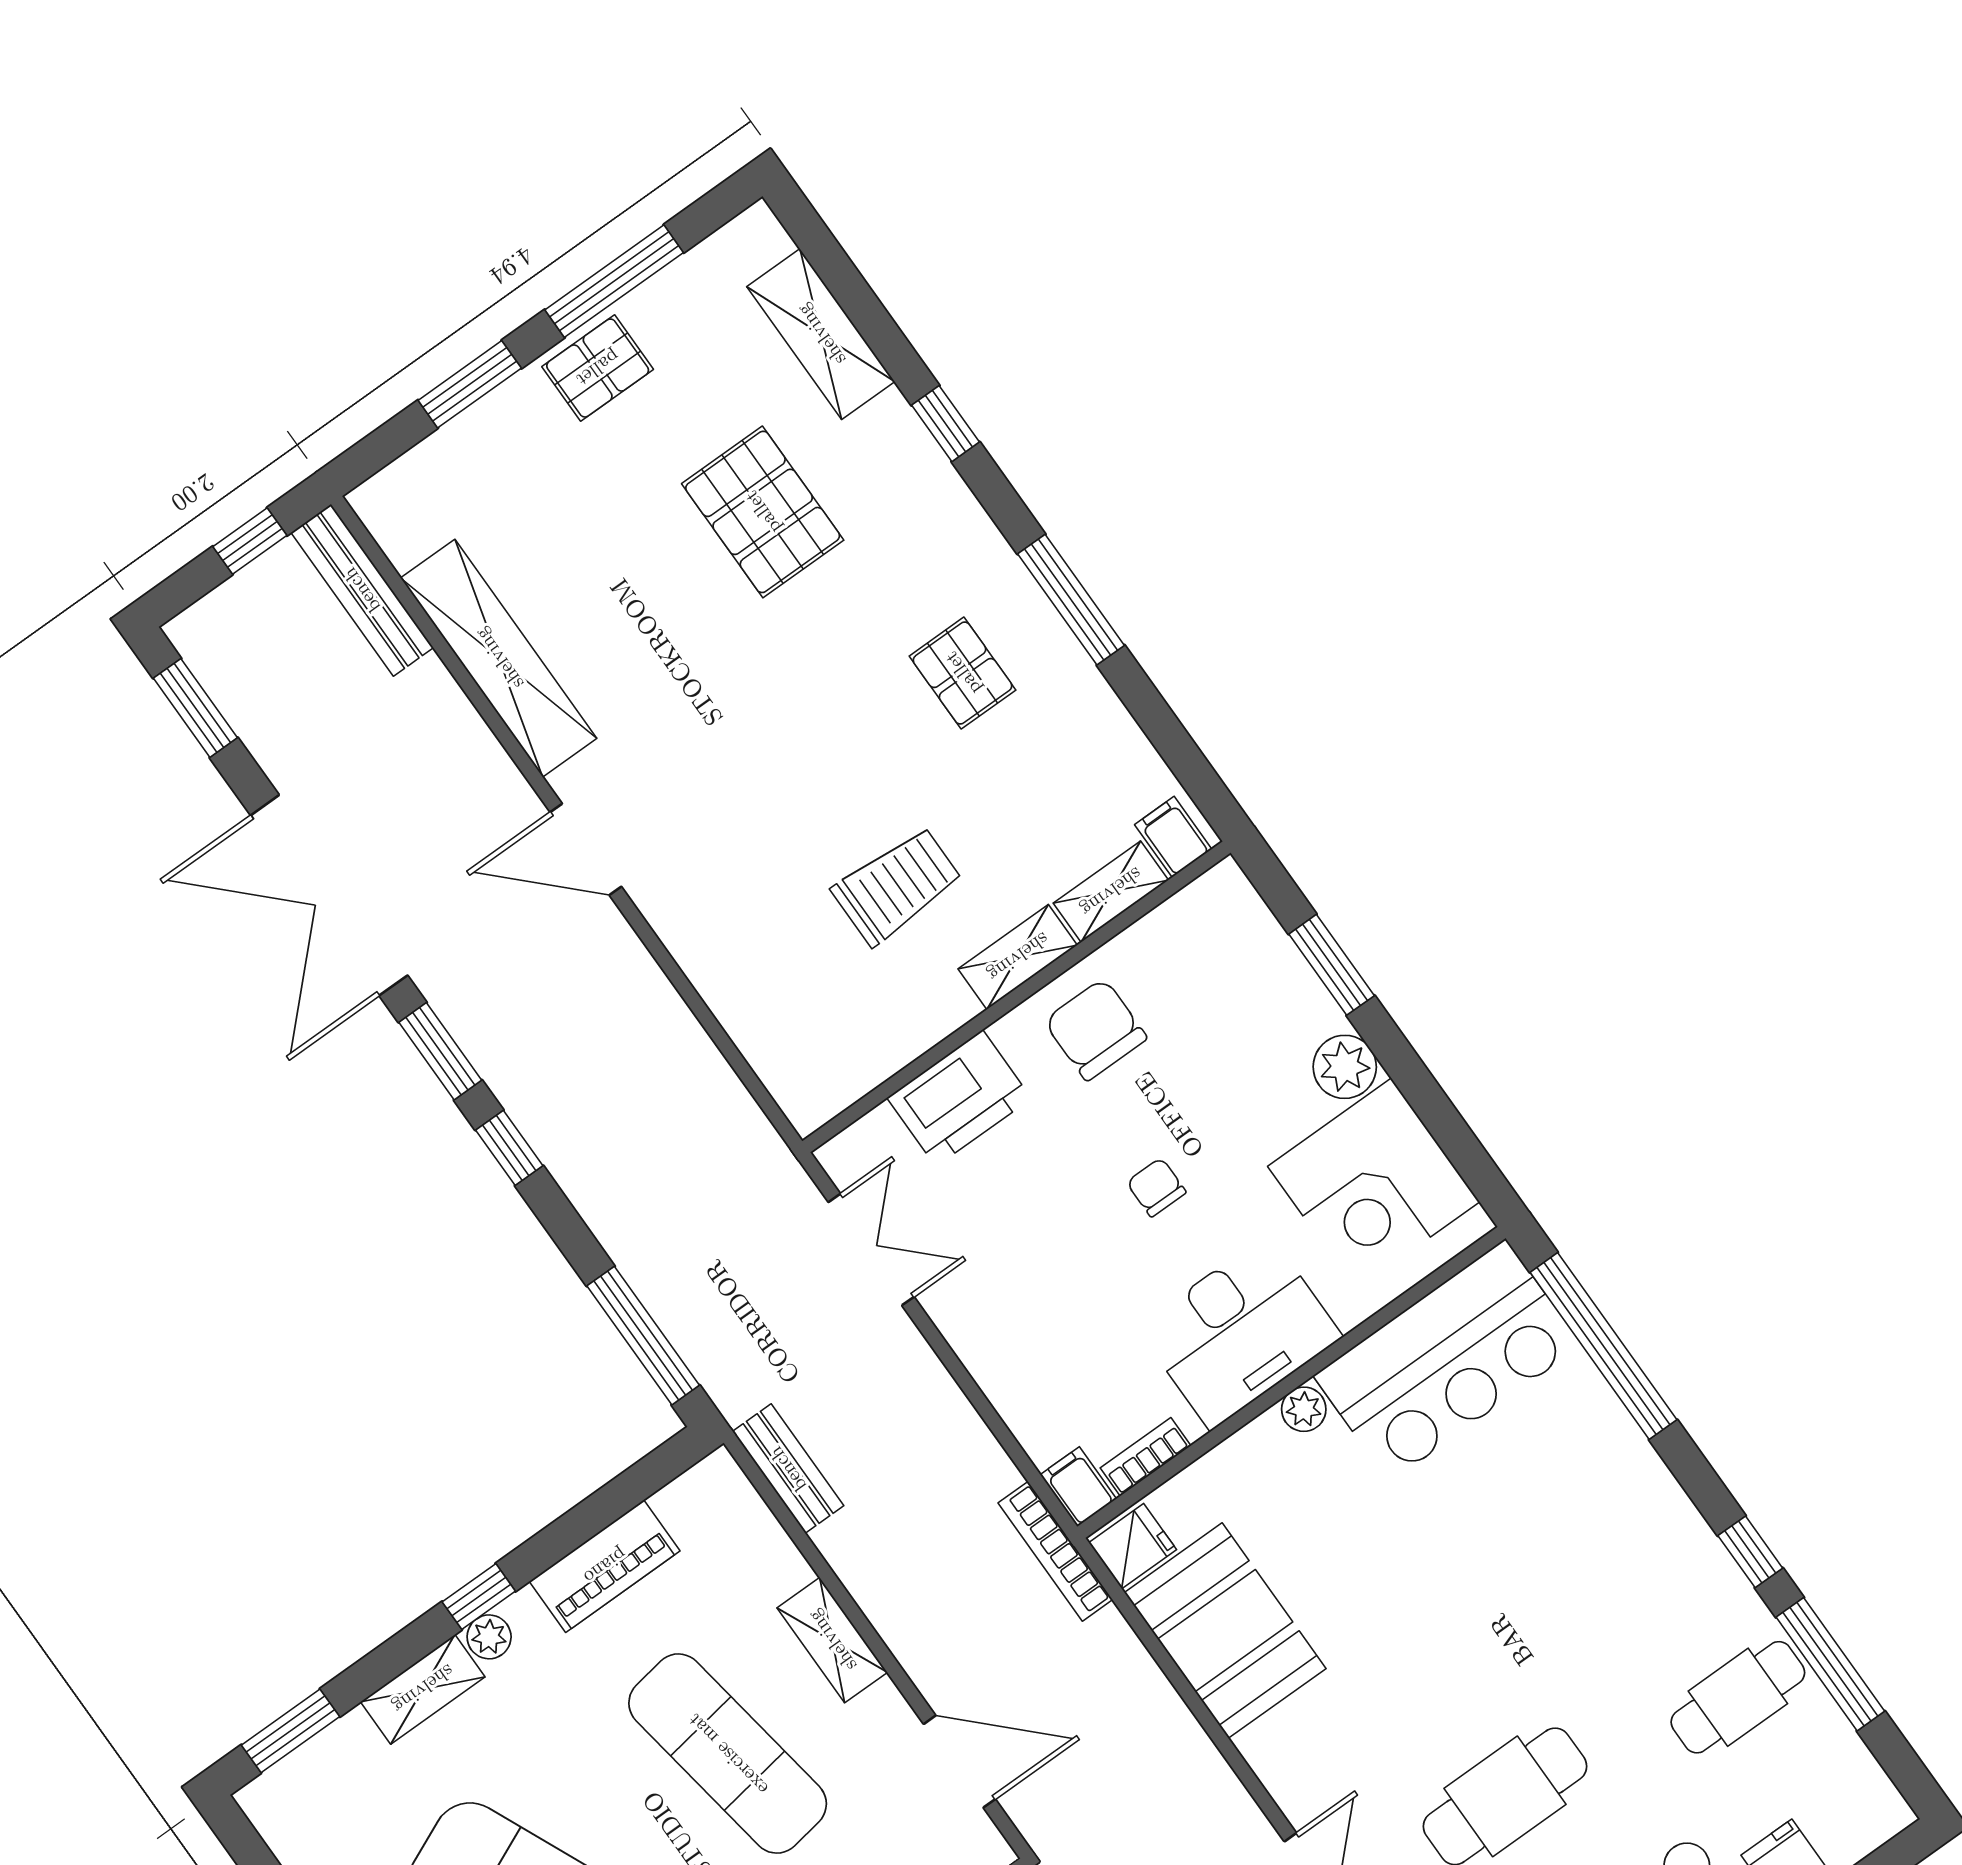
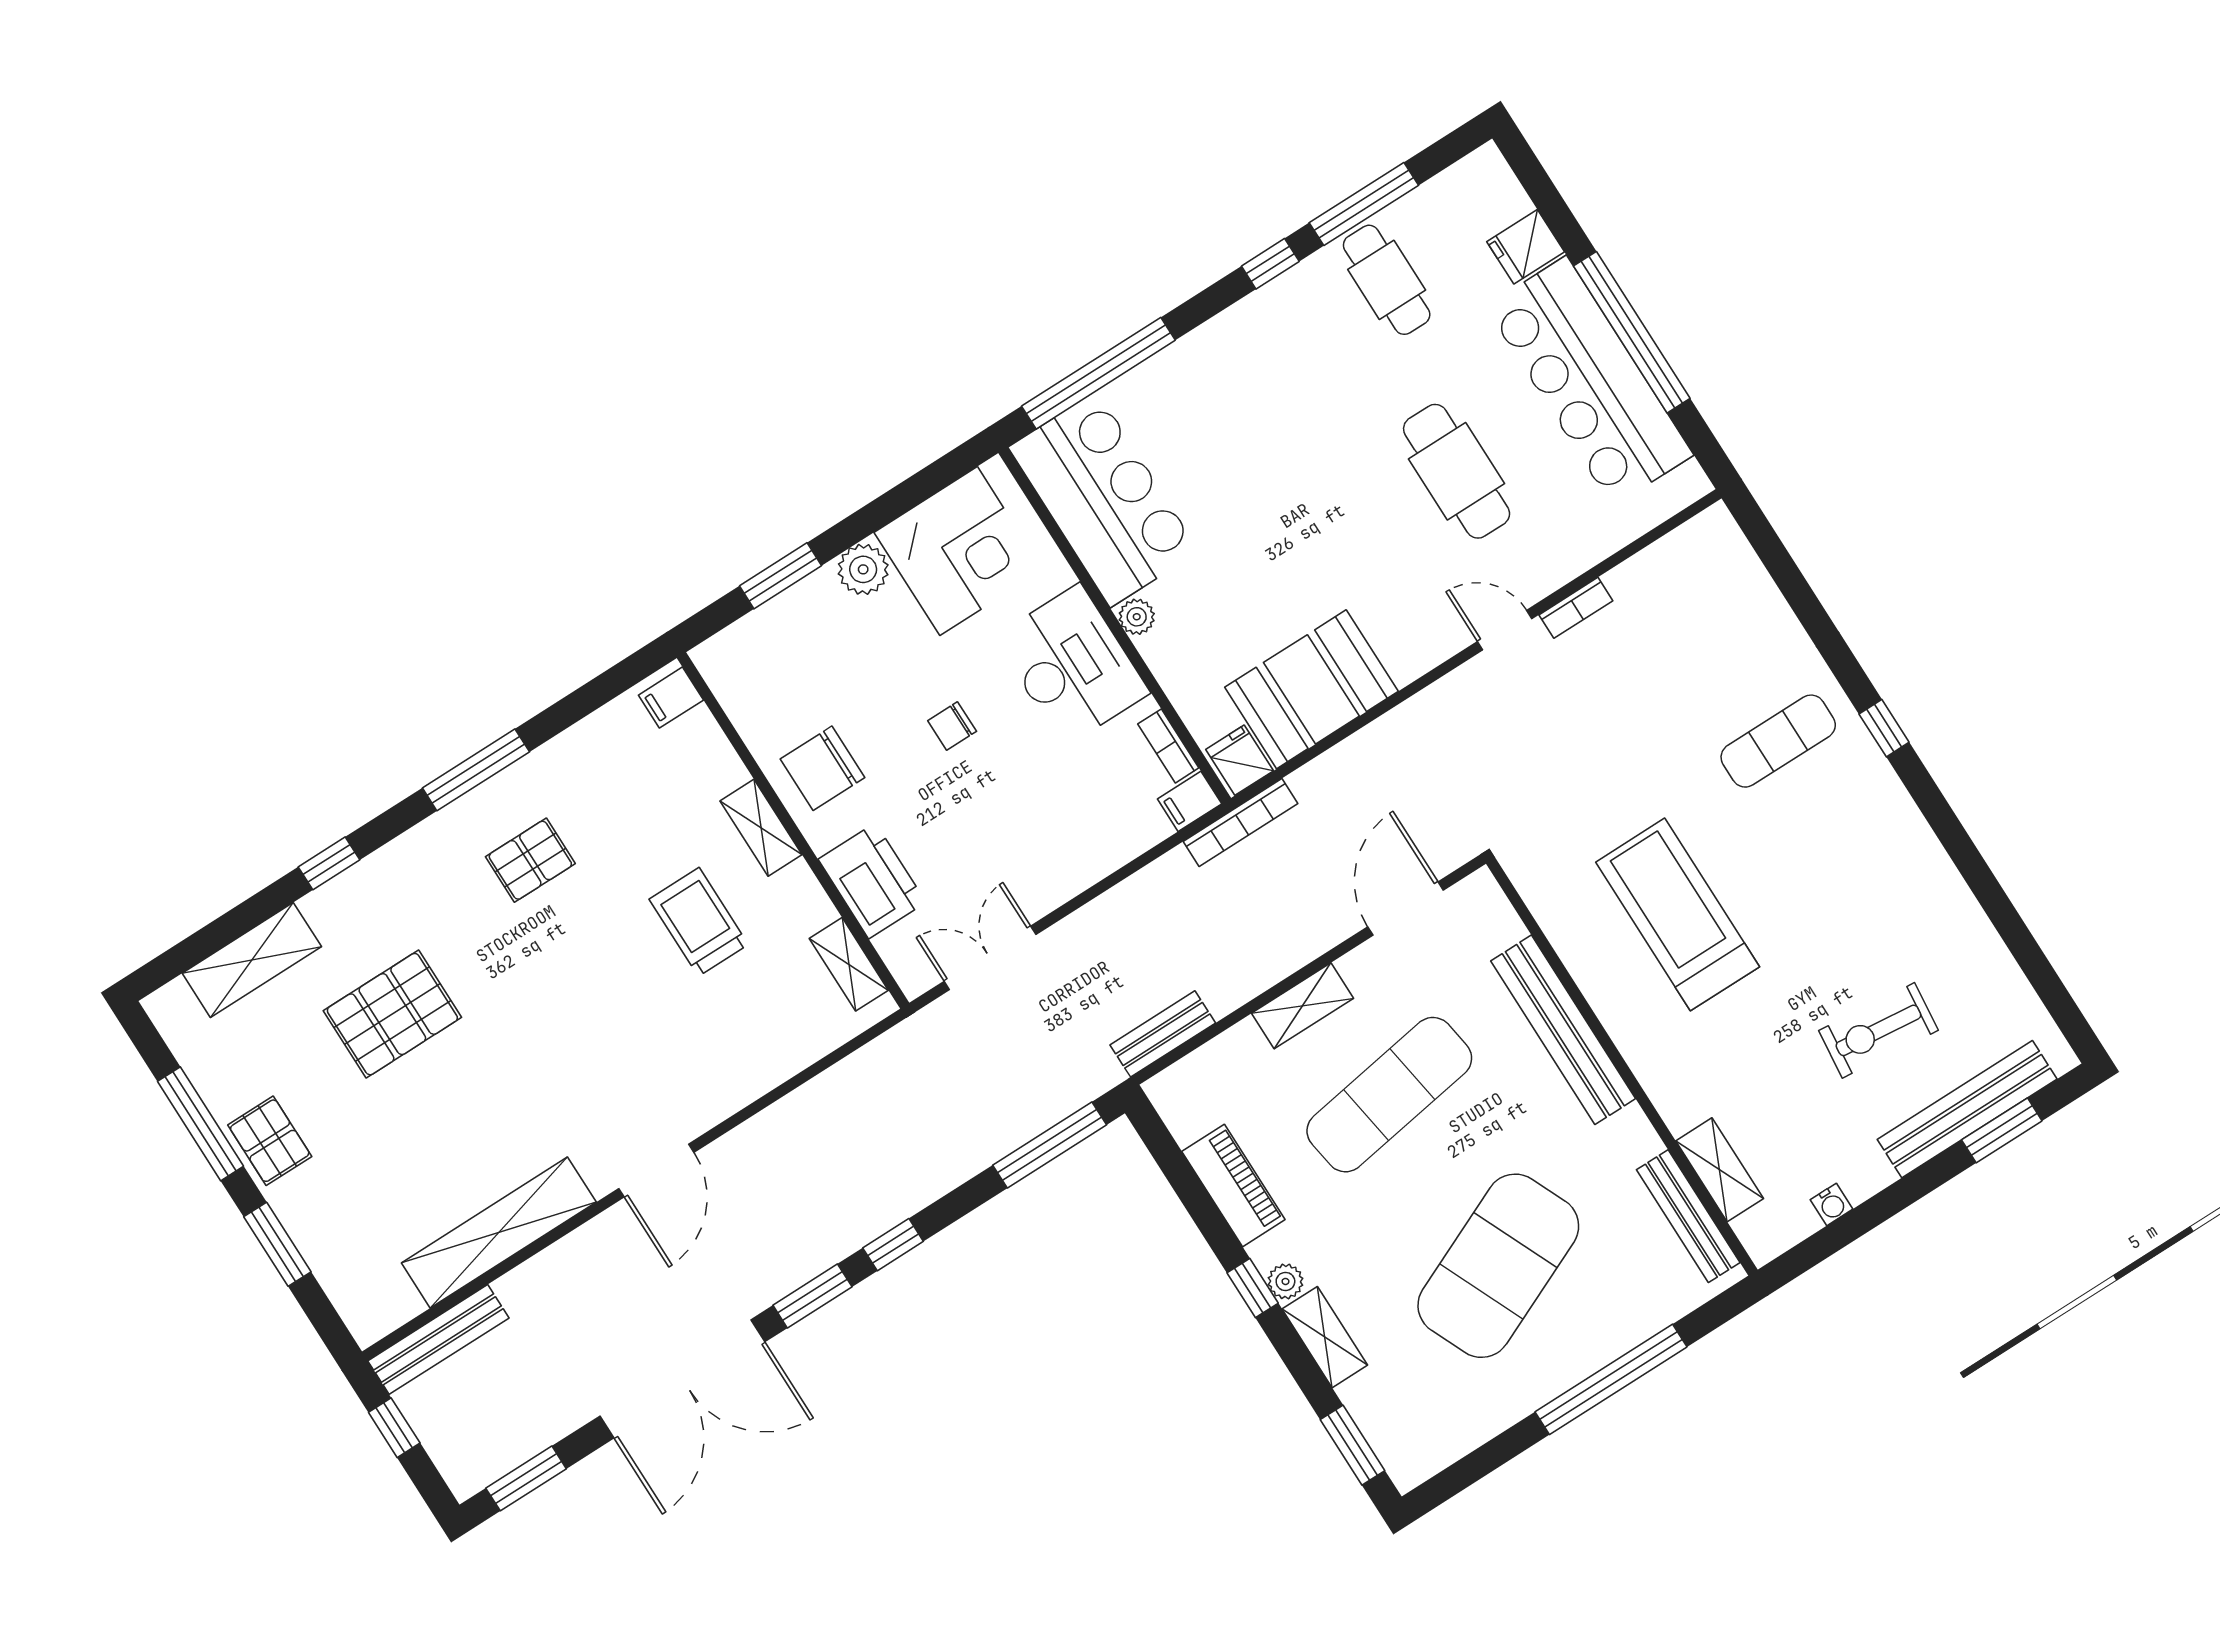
shelving: (1111, 892) -> (849, 964), moved

